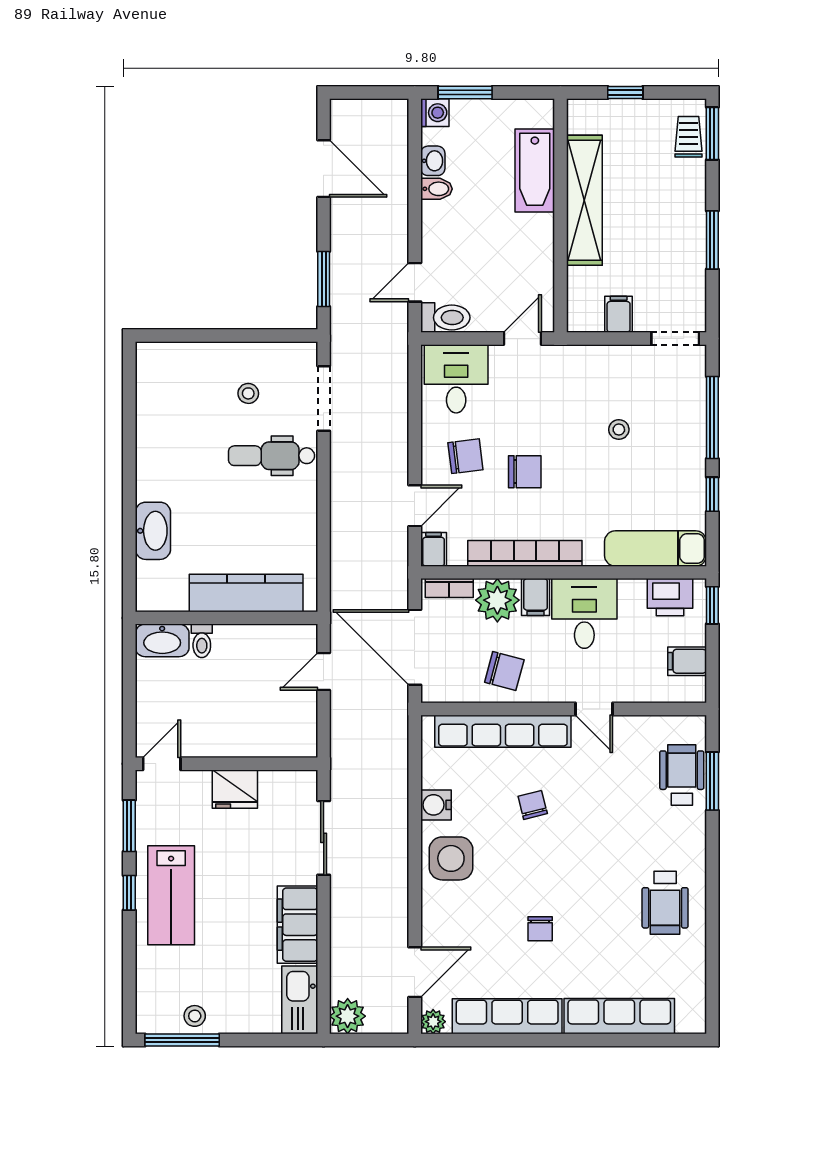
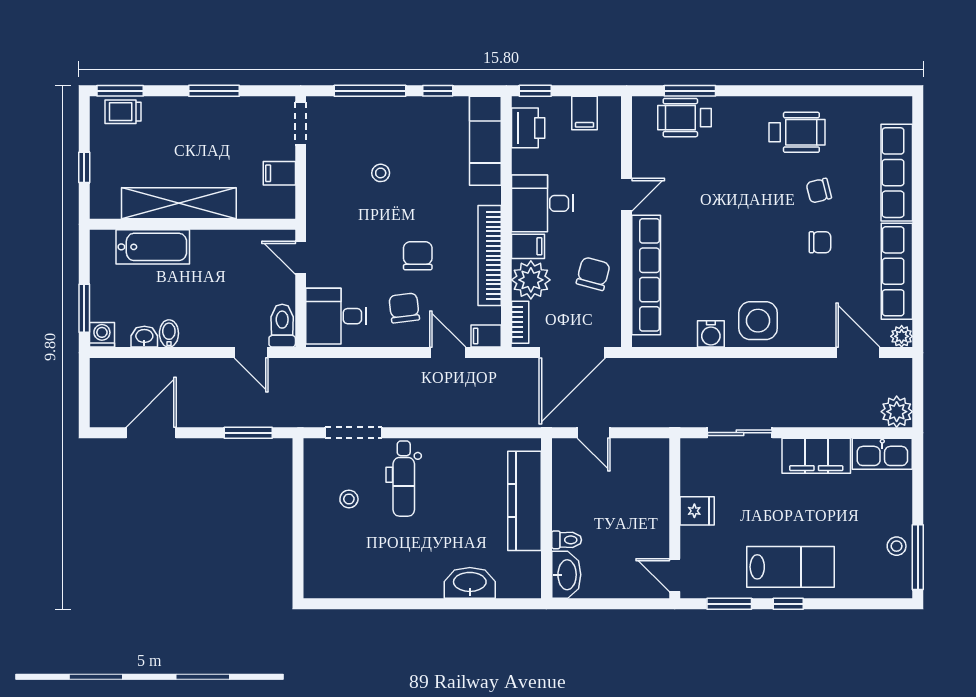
fridge: (235, 789) -> (697, 511), width x0.72
chair: (533, 805) -> (819, 191), moved

